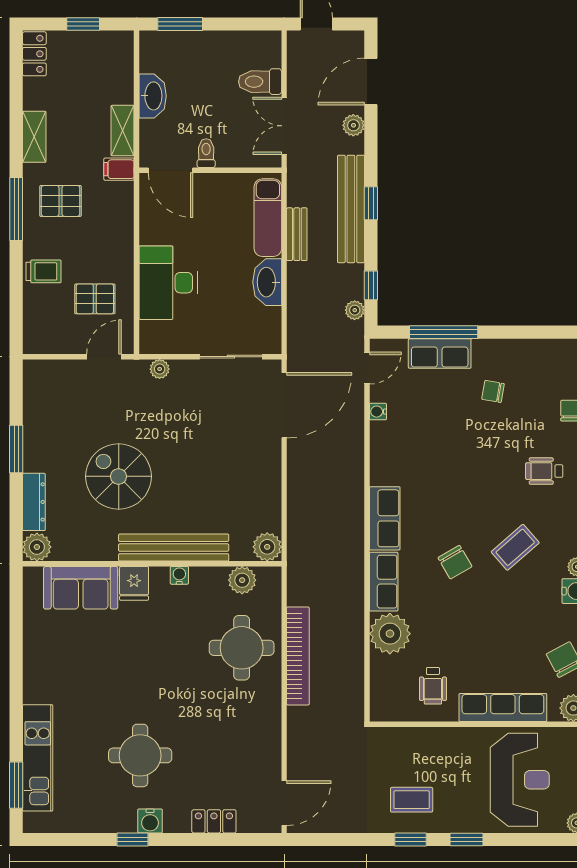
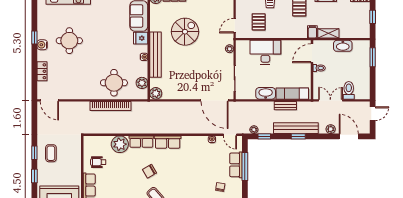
door: (104, 357) -> (235, 26), swing flipped

